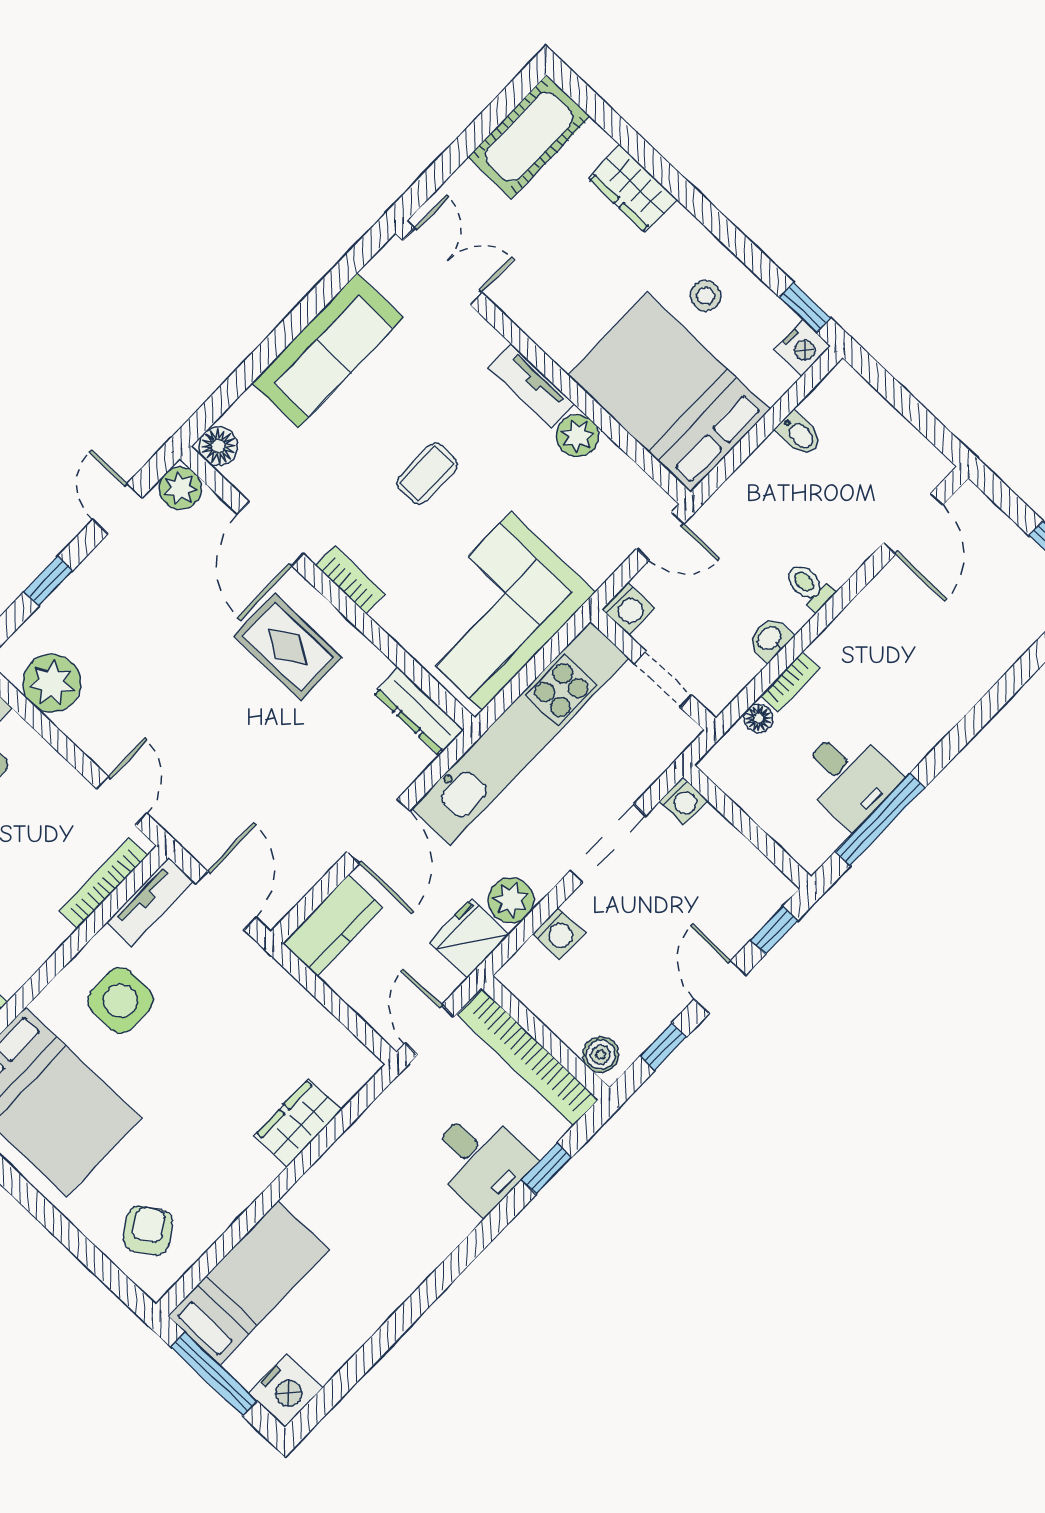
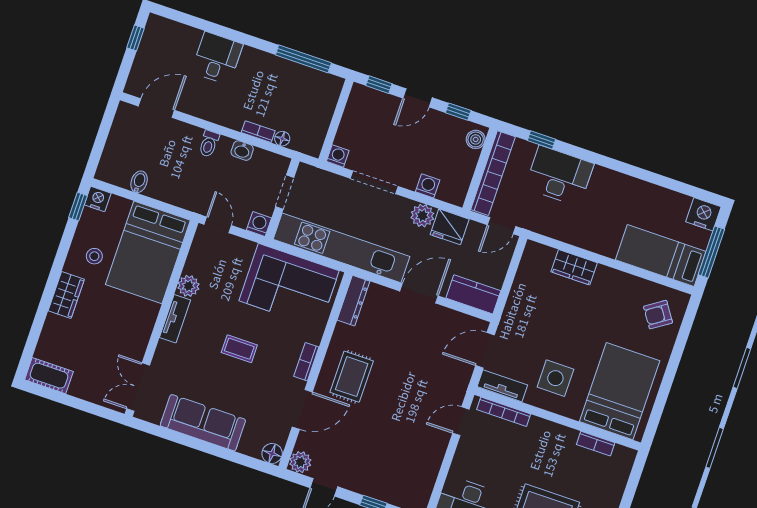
cot: (529, 137) -> (49, 376), width x0.73, depth x0.75
wardrobe: (633, 189) -> (66, 295), moved
plant: (52, 683) -> (421, 480), removed
desk: (849, 777) -> (217, 58), moved
desk: (480, 1160) -> (559, 176), width x1.37

